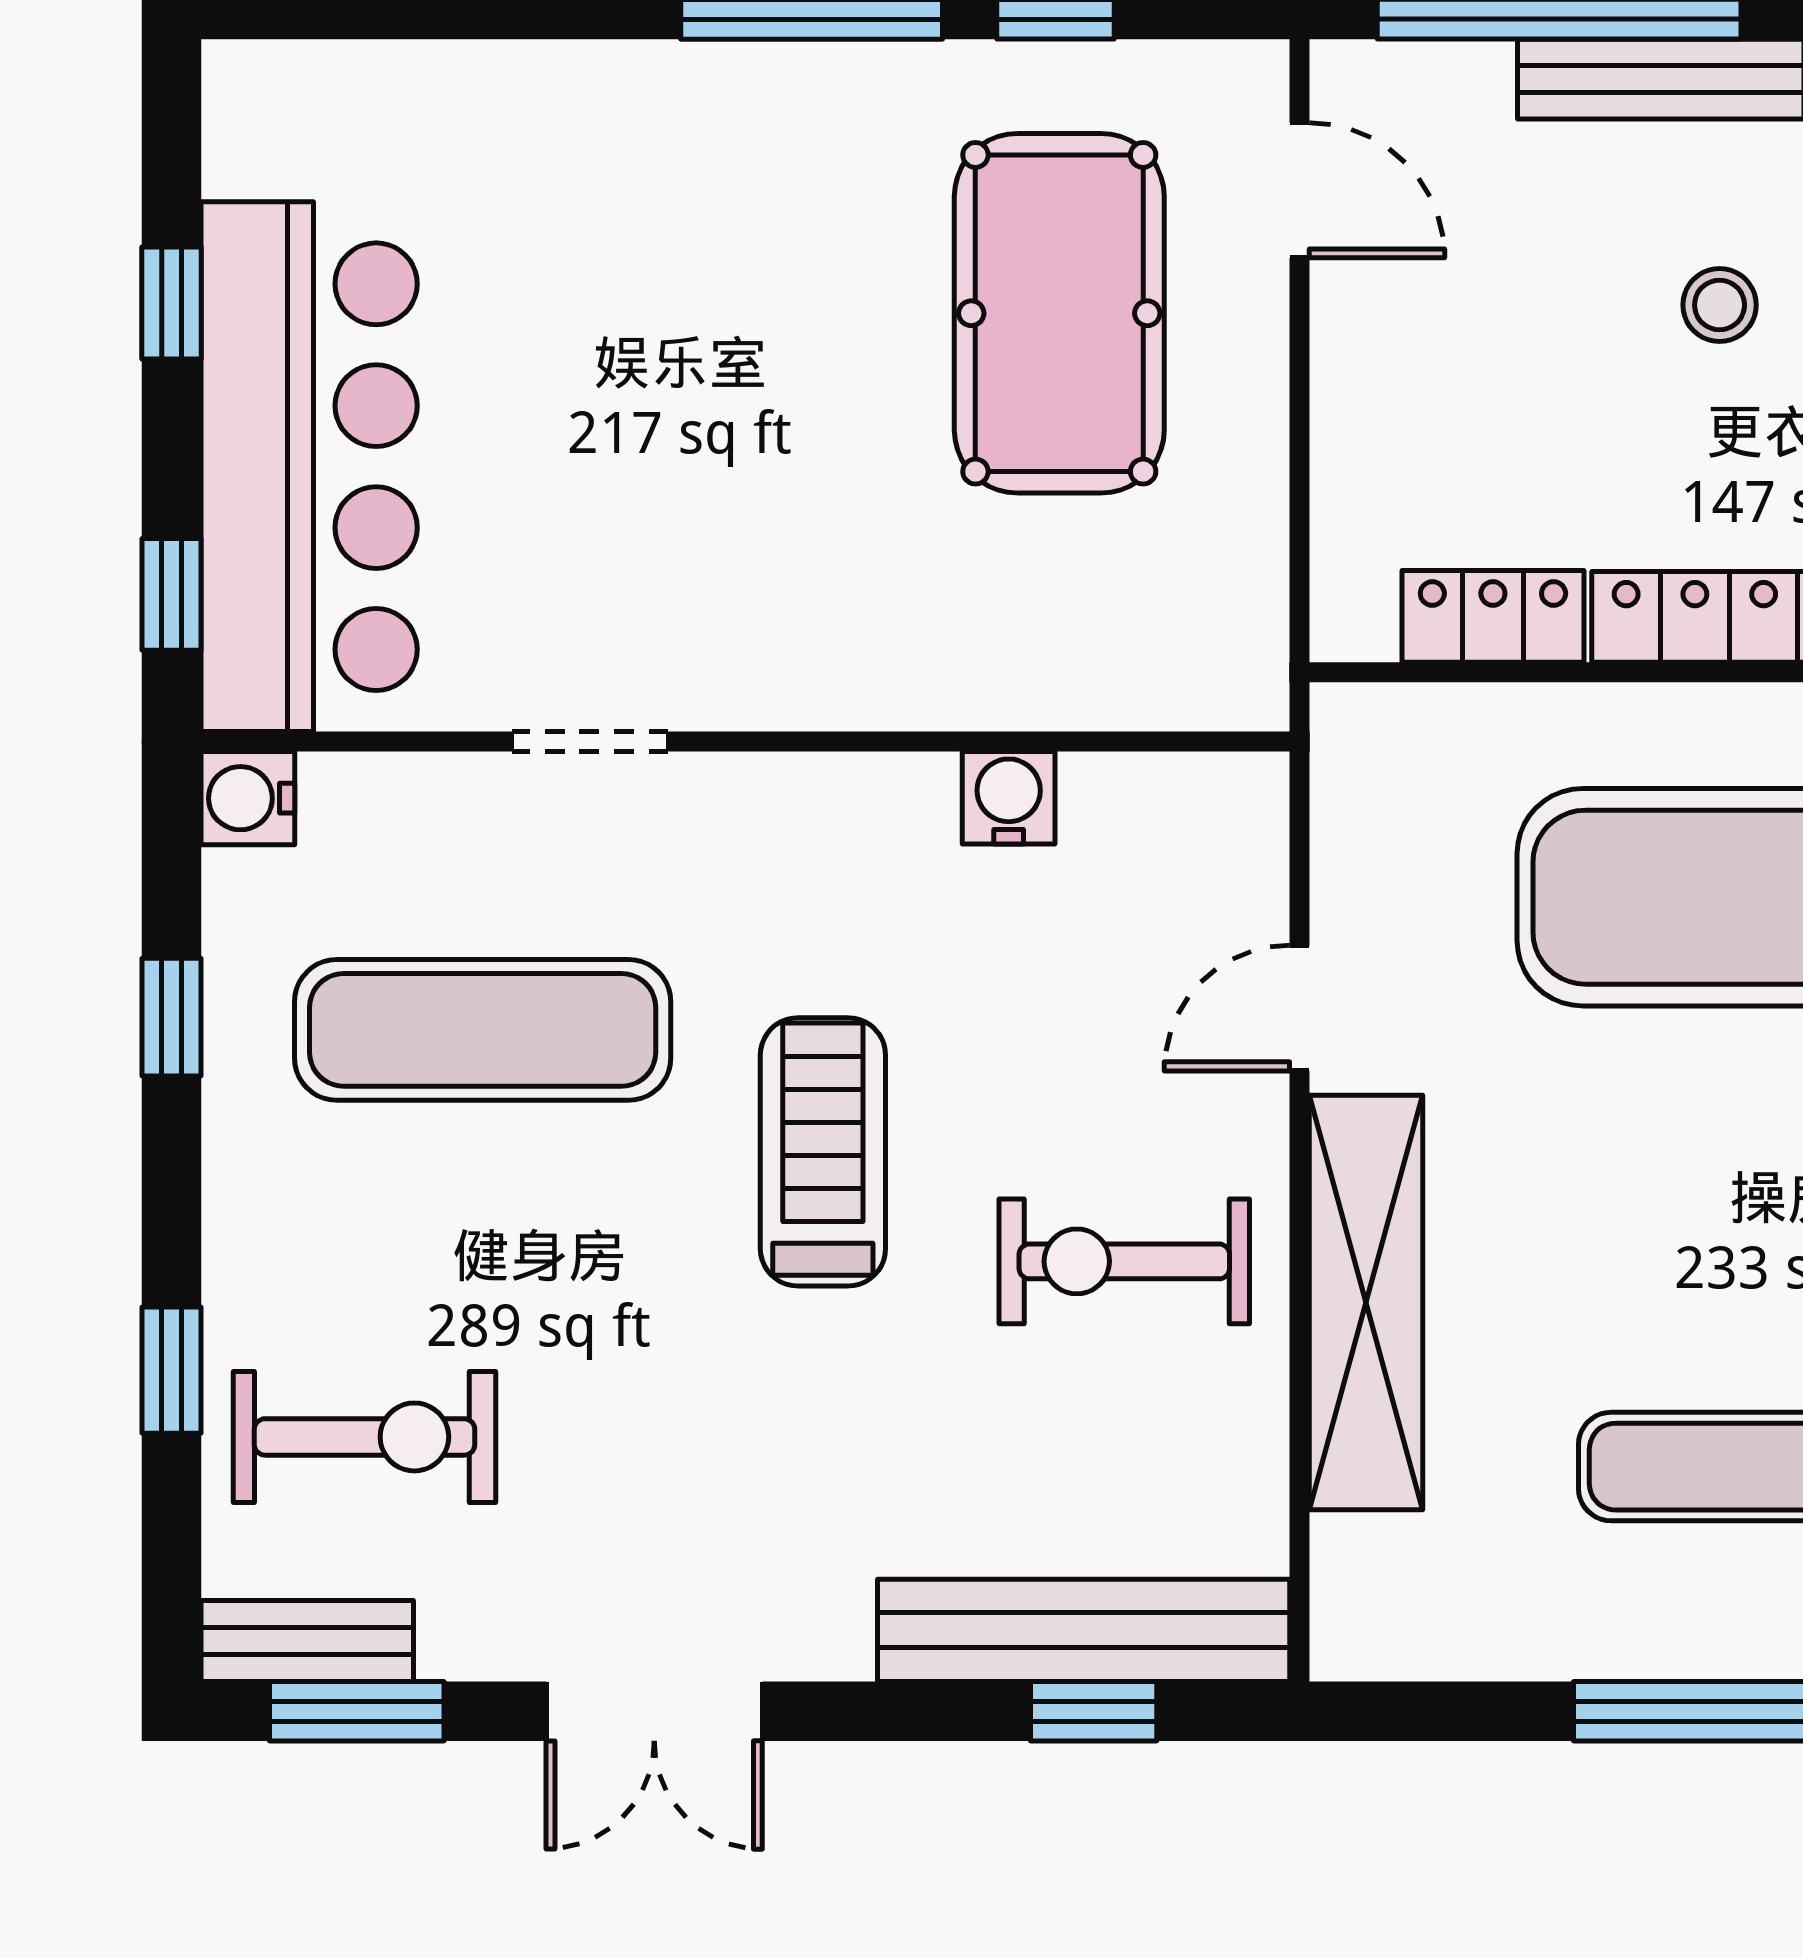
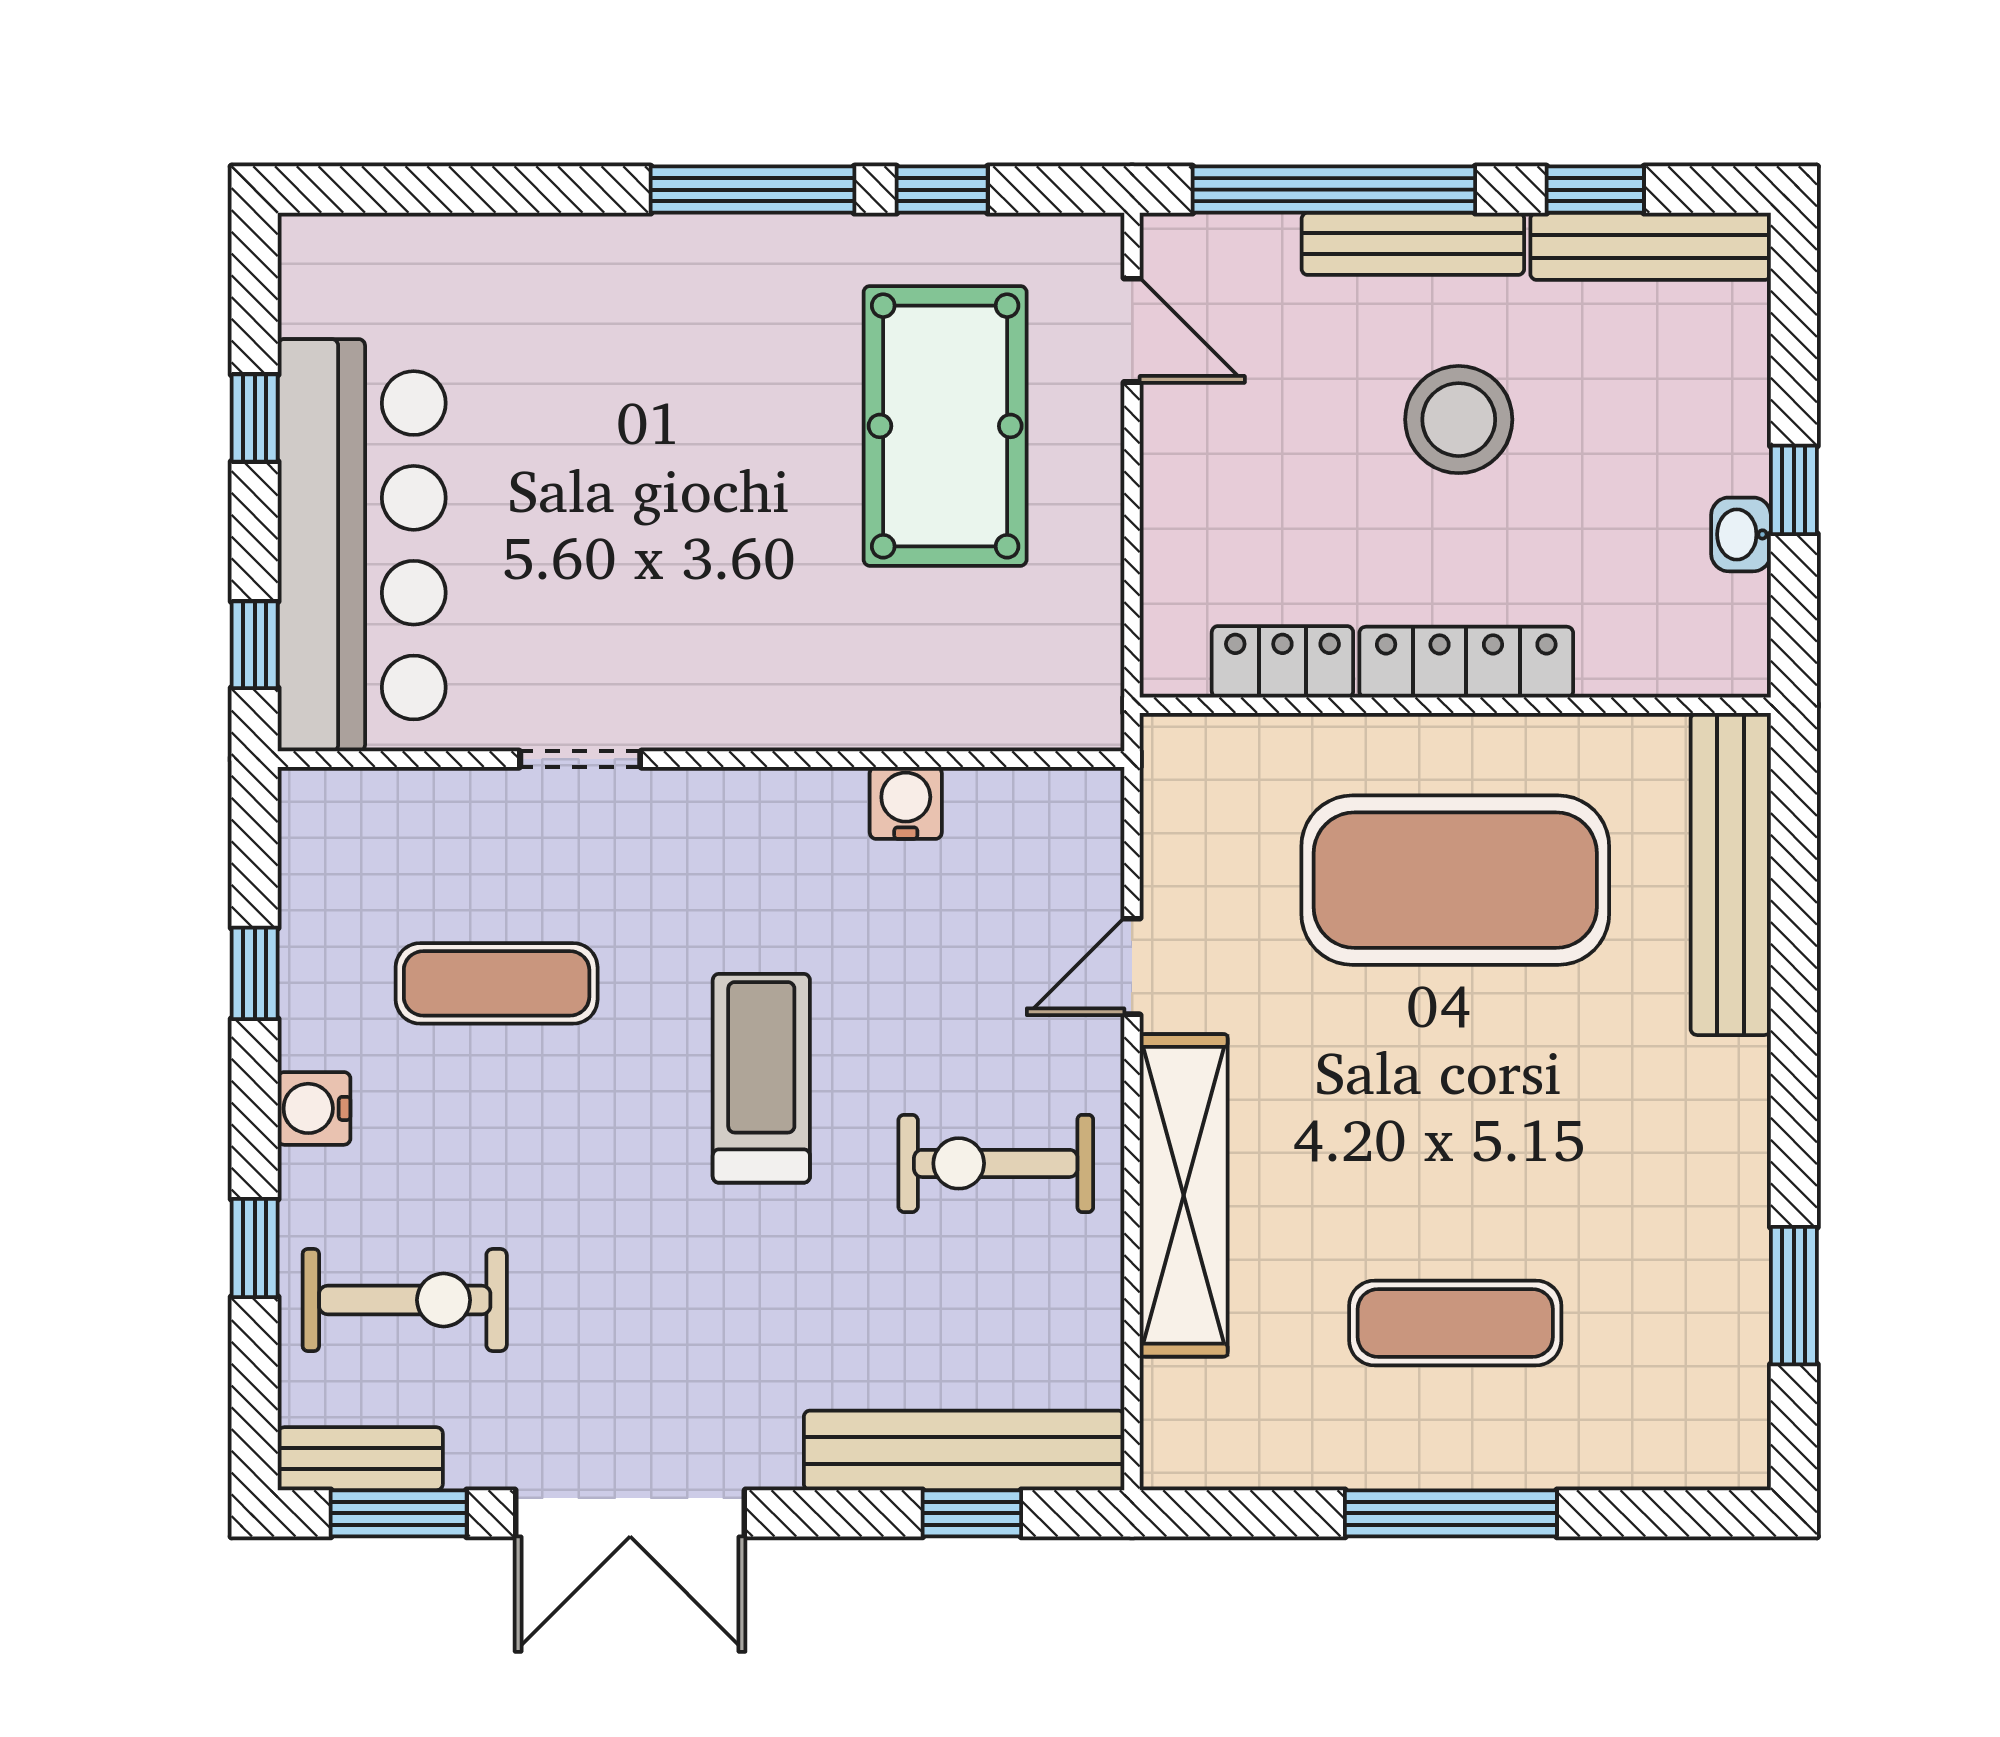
stool: (1720, 305) -> (1459, 420), width x1.89, depth x1.89
water cooler: (248, 798) -> (314, 1108), moved
exercise mat: (483, 1030) -> (497, 983), width x0.73, depth x0.69
double door: (654, 1711) -> (630, 1513), width x1.37

